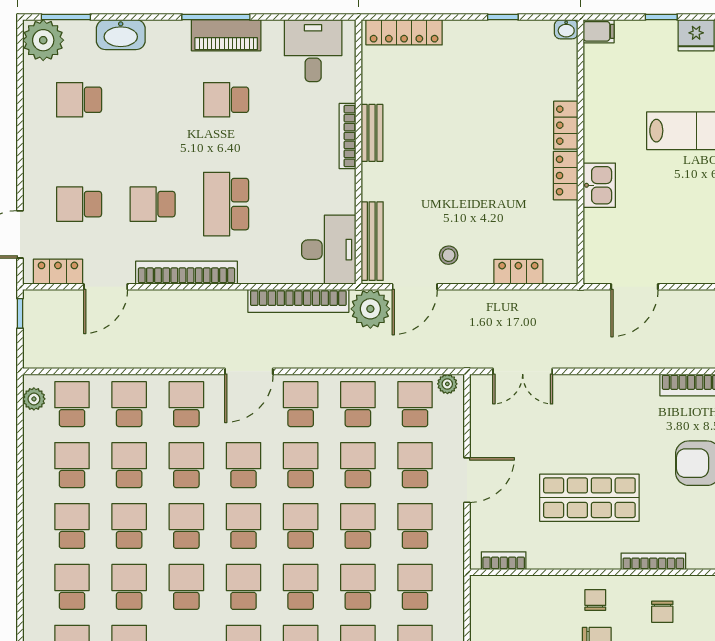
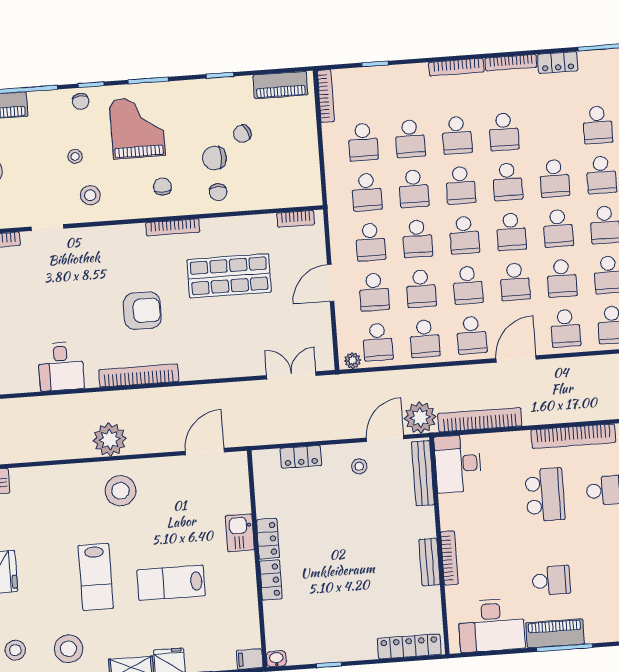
desk: (313, 51) -> (492, 625), width x1.37

